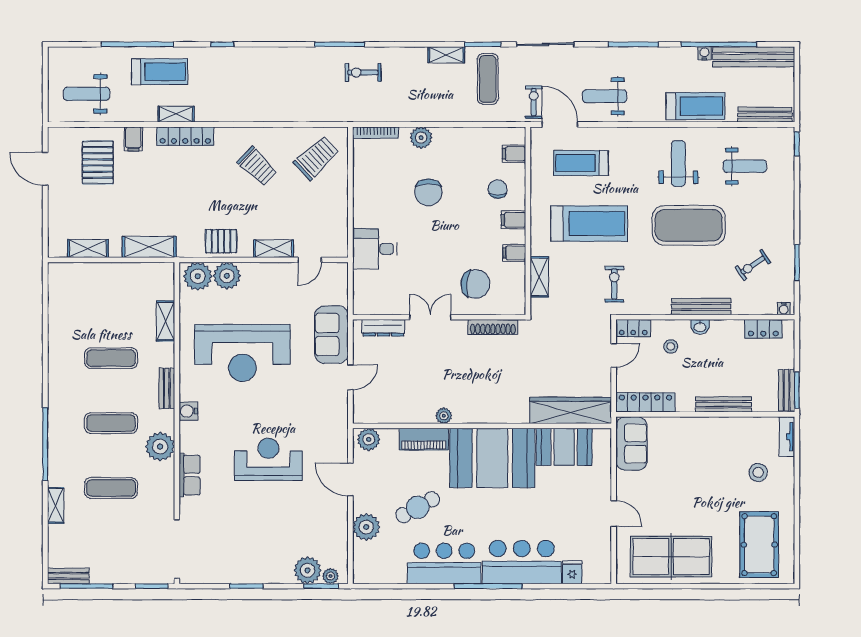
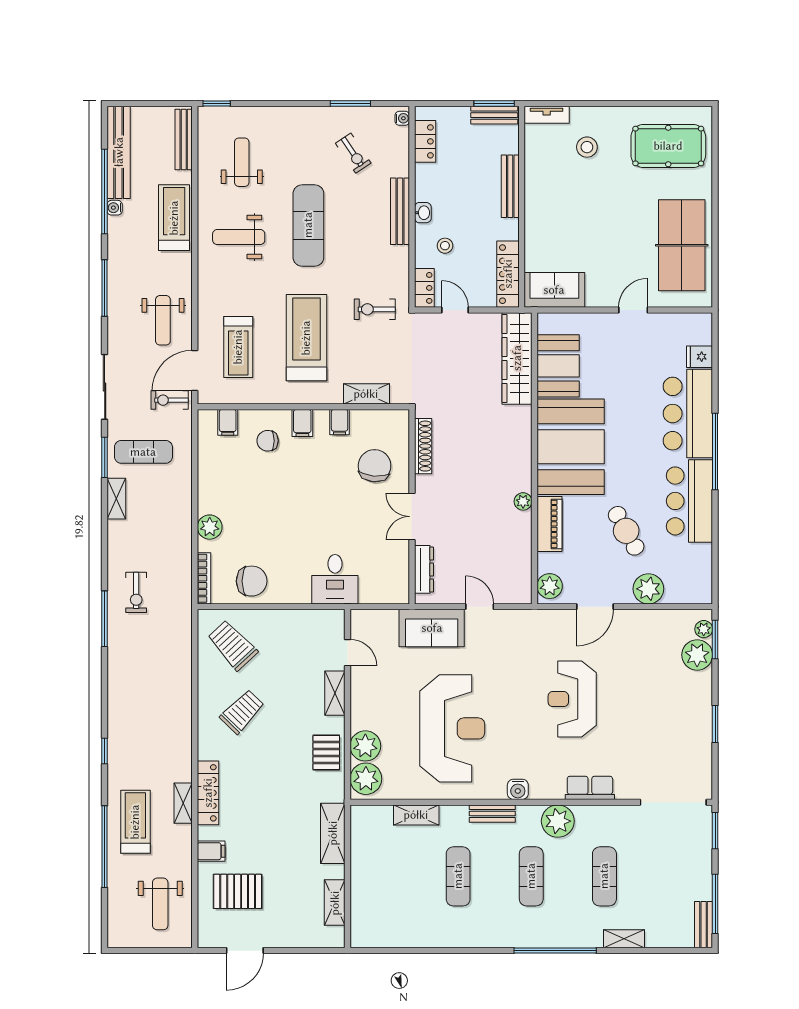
chair: (428, 192) -> (252, 581), moved
exercise mat: (689, 225) -> (308, 225), width x0.68

